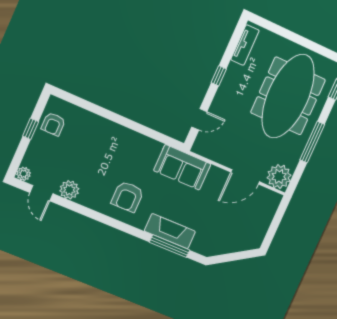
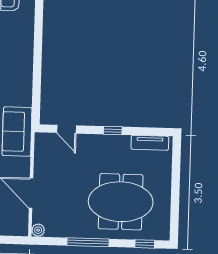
meeting table: (288, 96) -> (121, 202), width x0.73
plant: (279, 176) -> (38, 230), width x0.53, depth x0.53

